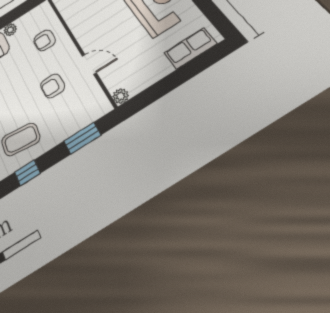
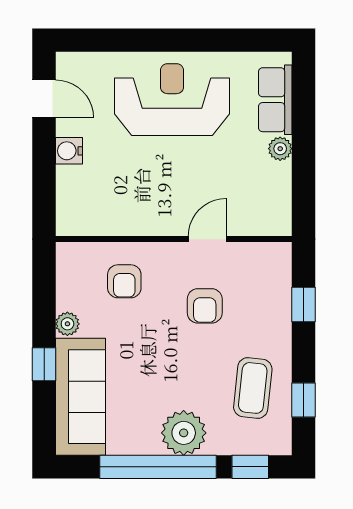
plant: (121, 96) -> (280, 149), moved
window: (82, 138) -> (304, 304), width x0.67

